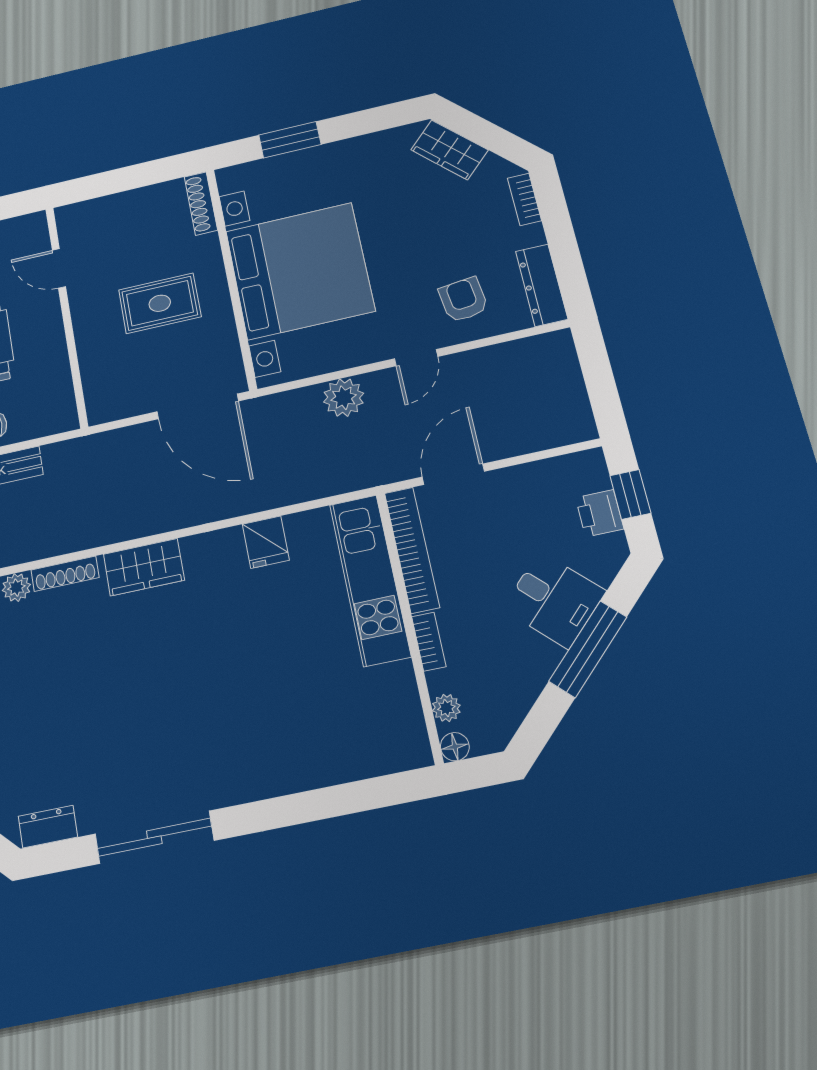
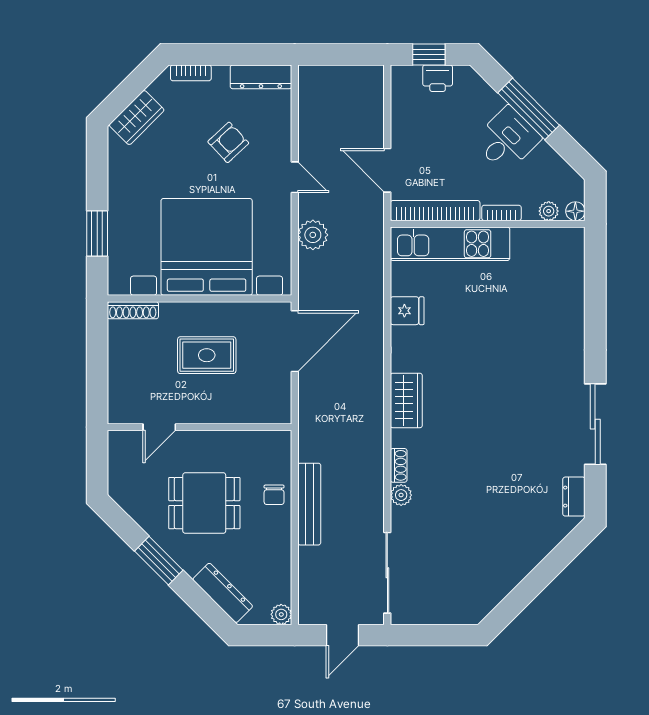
armchair: (463, 300) -> (228, 142), moved, turned 144
rug: (160, 303) -> (207, 355), turned 90
shoe rack: (65, 574) -> (399, 465), width x0.70
desk: (554, 600) -> (507, 140), moved

